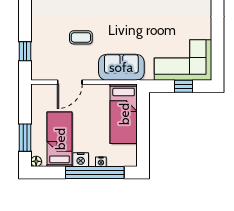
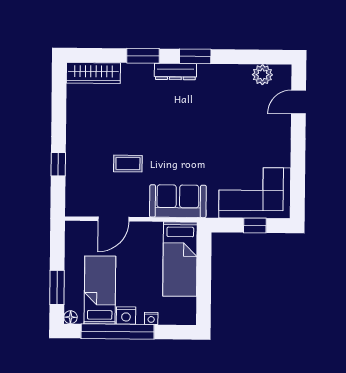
window: (25, 51) -> (58, 164), moved
window: (95, 173) -> (118, 332), moved

